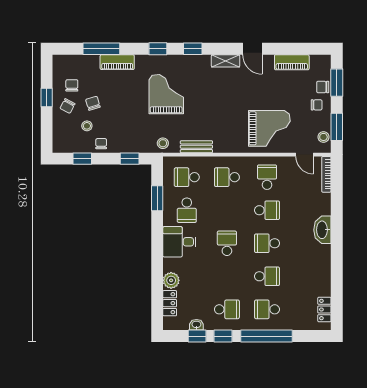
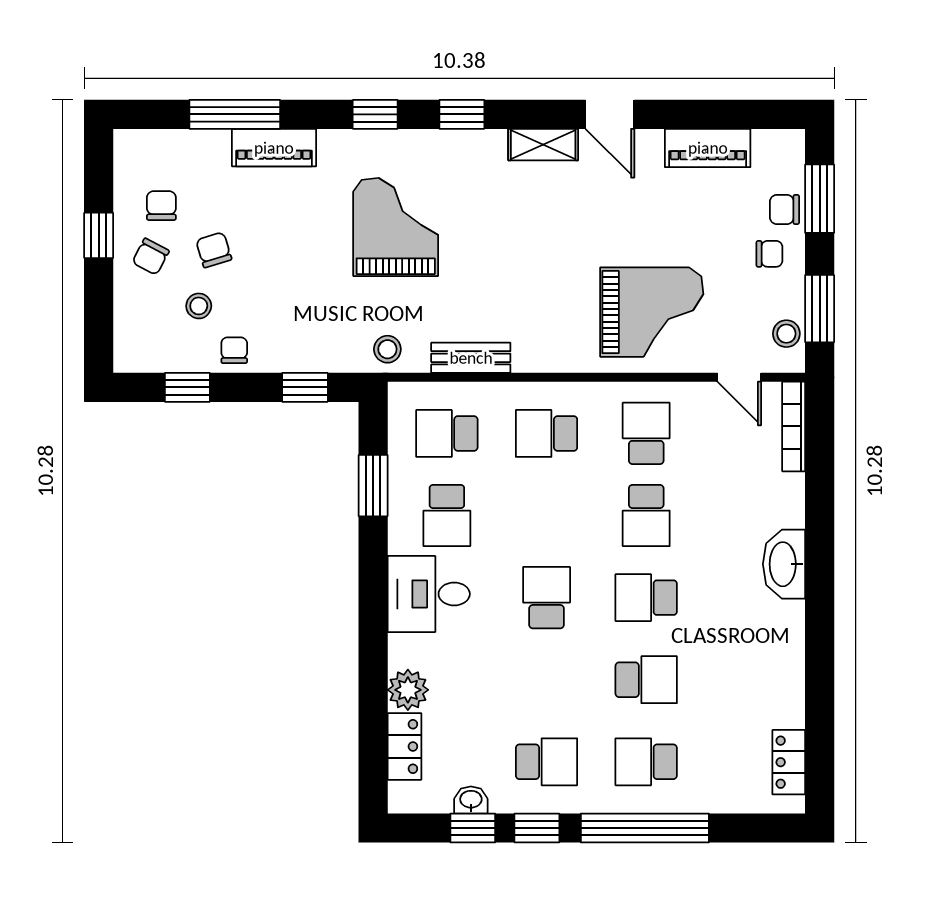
school desk: (267, 210) -> (646, 516), turned 90

